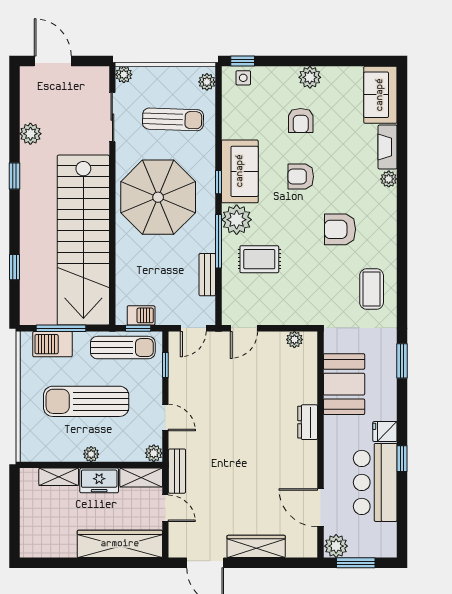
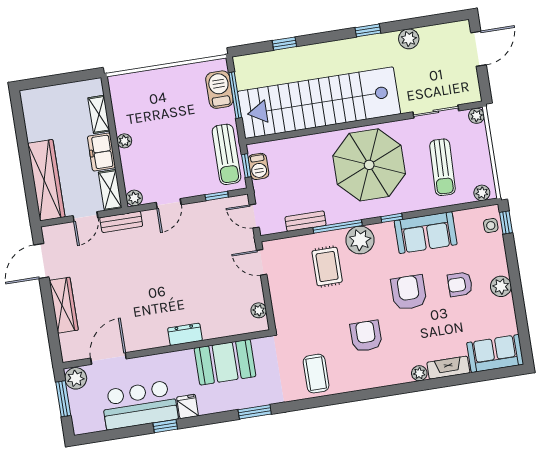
sofa: (240, 171) -> (426, 233), moved
armchair: (301, 177) -> (409, 292), width x1.38, depth x1.38
coffee table: (372, 289) -> (316, 374), turned 90
sun lounger: (86, 401) -> (172, 129), removed

